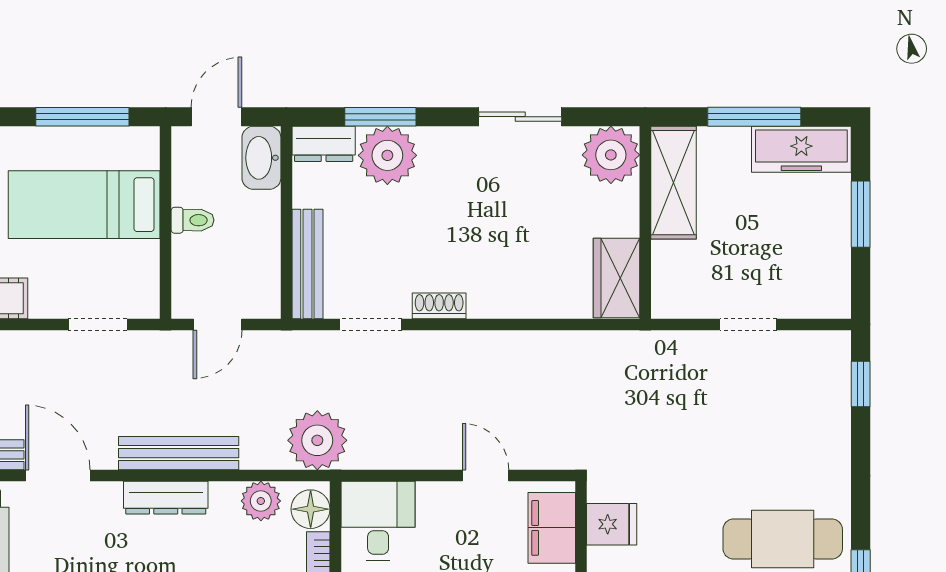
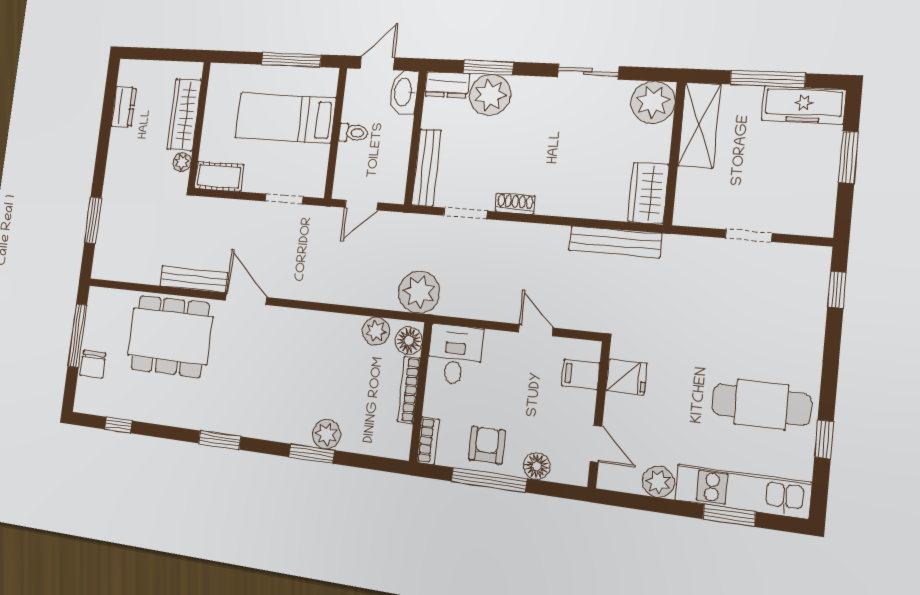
bench: (179, 453) -> (615, 242), moved
dresser: (166, 498) -> (313, 322), removed
filing cabinet: (552, 528) -> (581, 374), width x0.50

